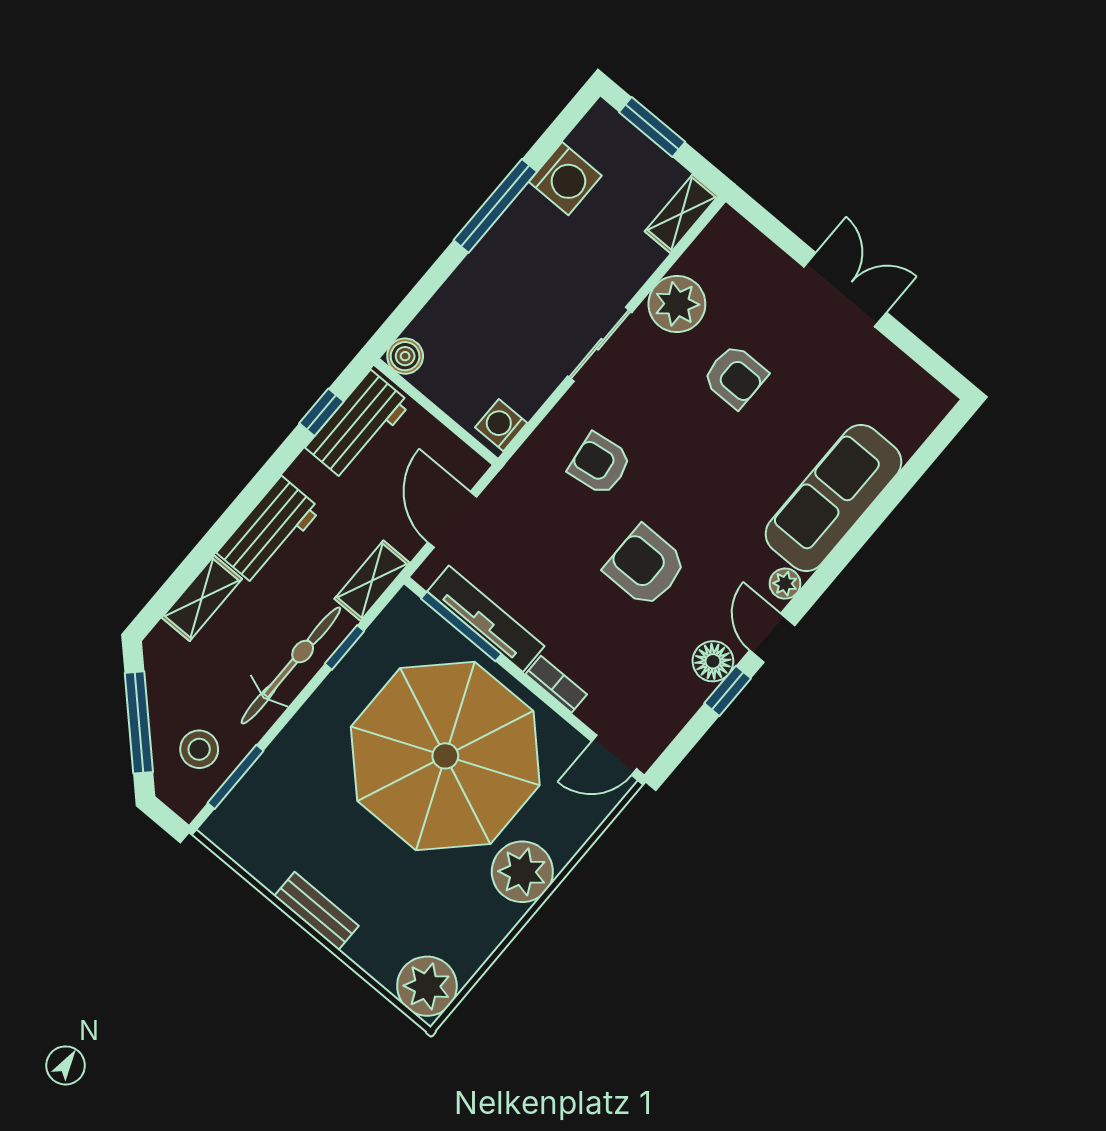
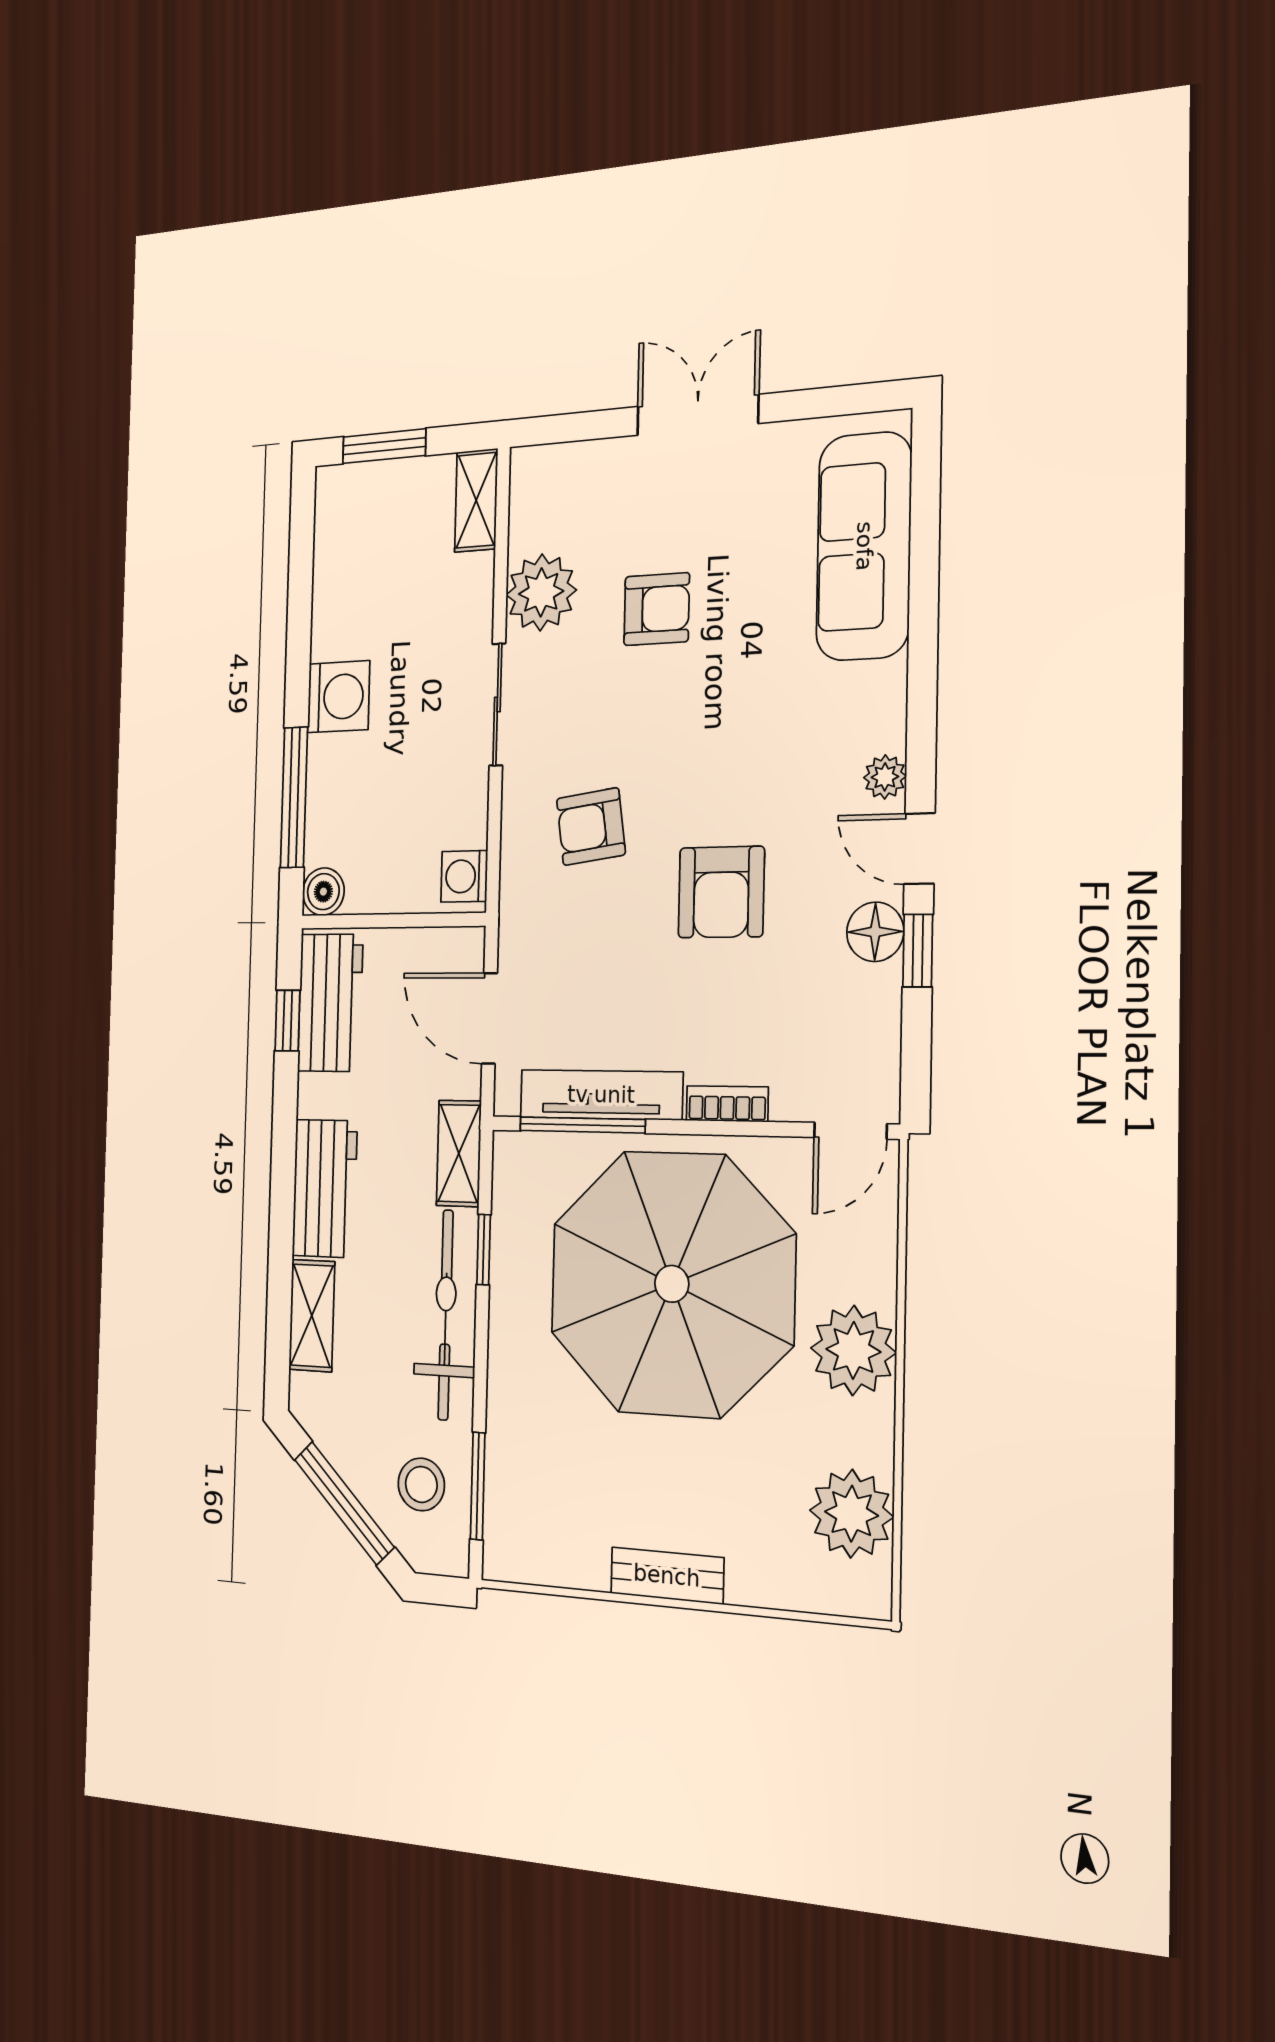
washing machine: (565, 179) -> (339, 697), moved
window: (495, 206) -> (294, 797), moved
sofa: (833, 498) -> (864, 546), moved
armchair: (645, 566) -> (721, 892), turned -90
plant: (427, 986) -> (852, 1514), moved

